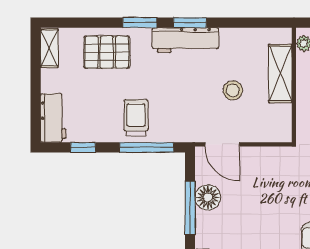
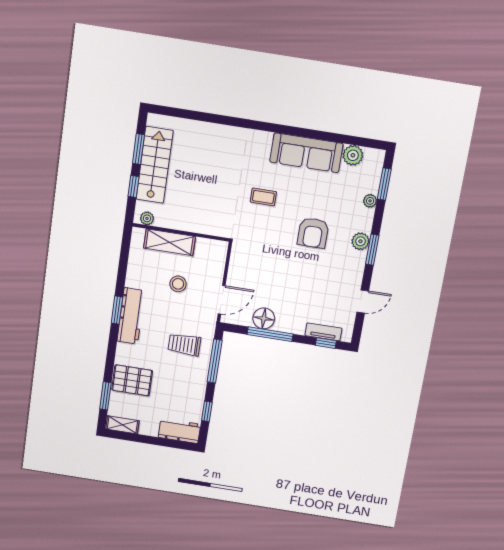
window: (140, 23) -> (105, 396), moved
pallet: (107, 52) -> (132, 380), turned 90
trolley: (136, 118) -> (184, 345), moved

